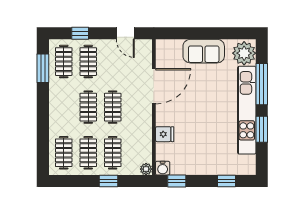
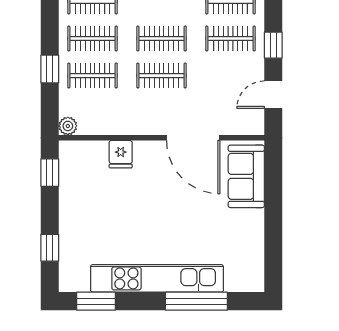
window: (80, 33) -> (273, 45), moved
sofa: (204, 51) -> (246, 176), moved
plant: (244, 53) -> (243, 274), removed
window: (262, 129) -> (96, 301), moved
water cooler: (163, 168) -> (69, 151), removed

